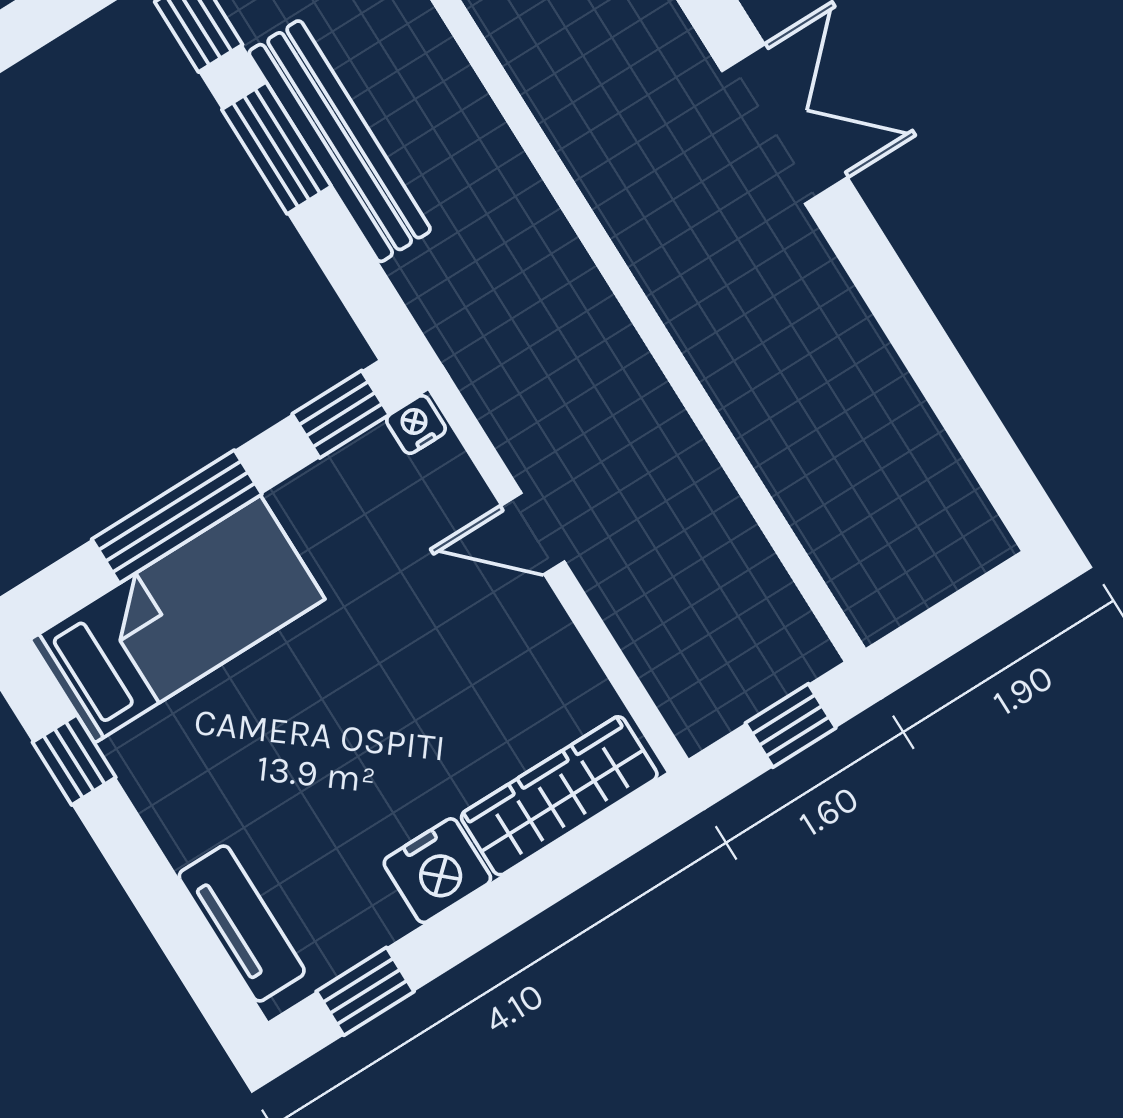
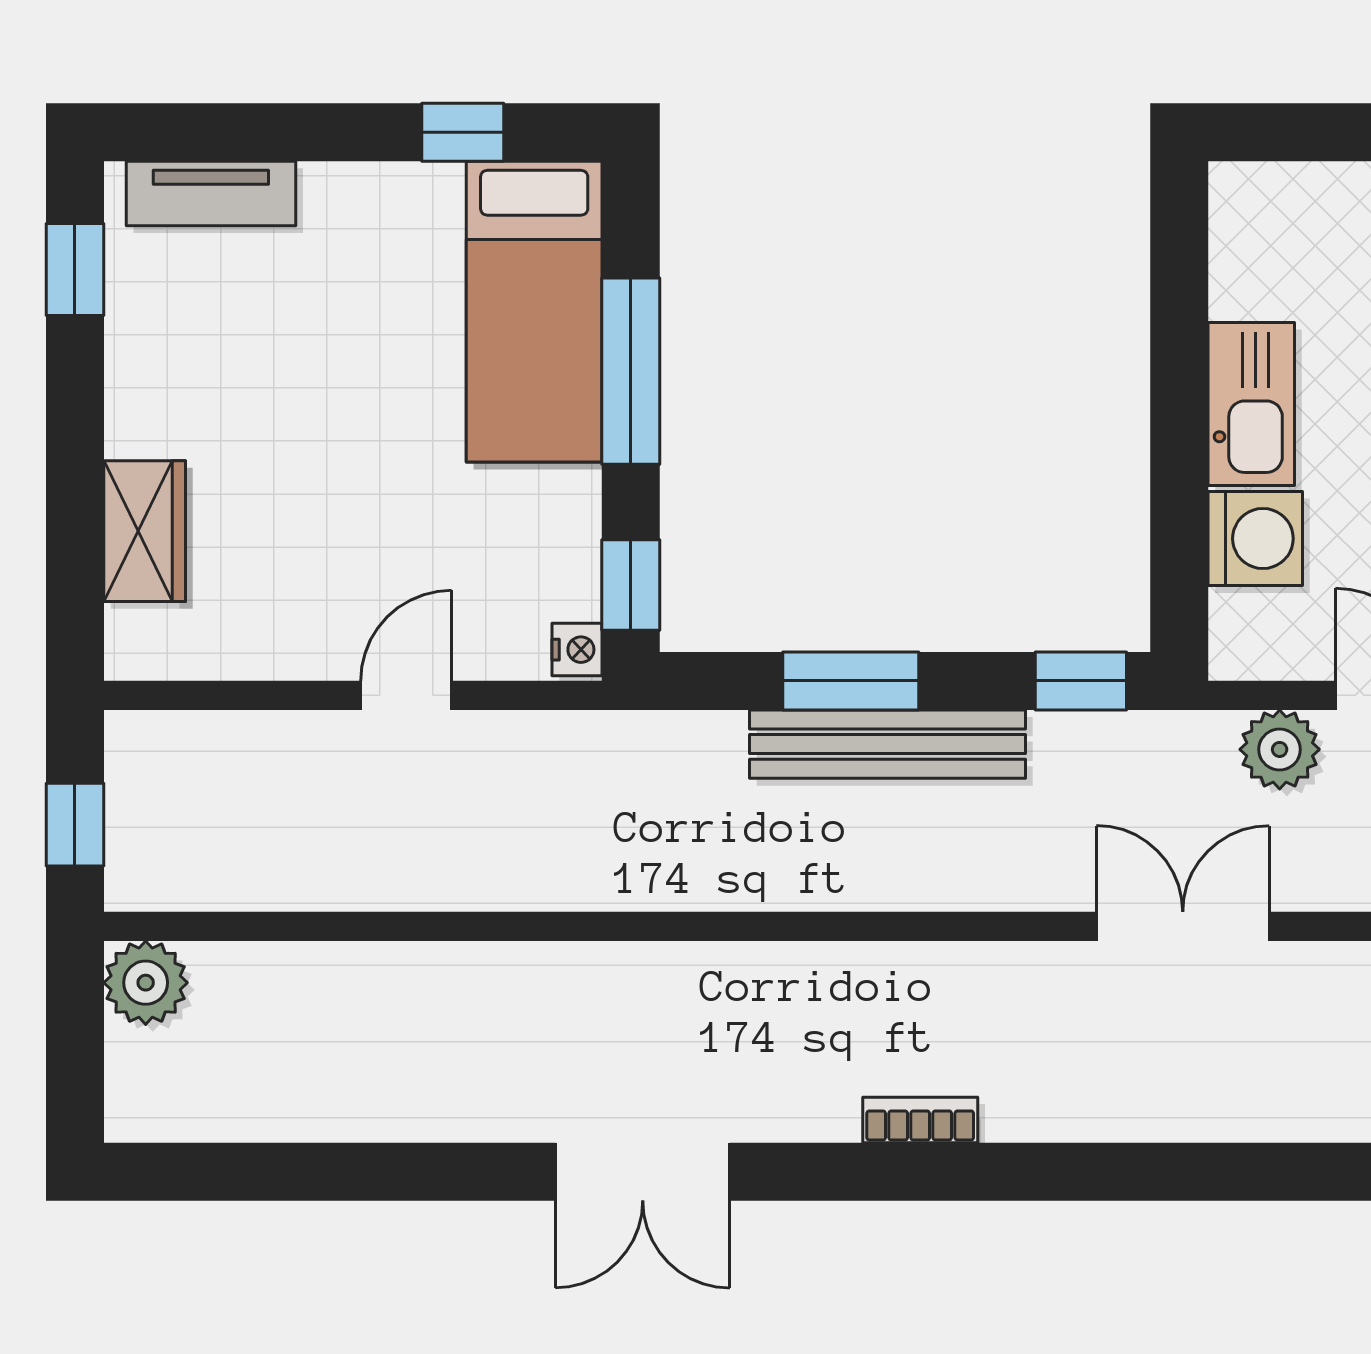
window: (277, 148) -> (851, 681), moved
plant: (878, 596) -> (146, 983), added
wardrobe: (559, 796) -> (145, 531), width x0.67
nightstand: (437, 871) -> (146, 408), removed

